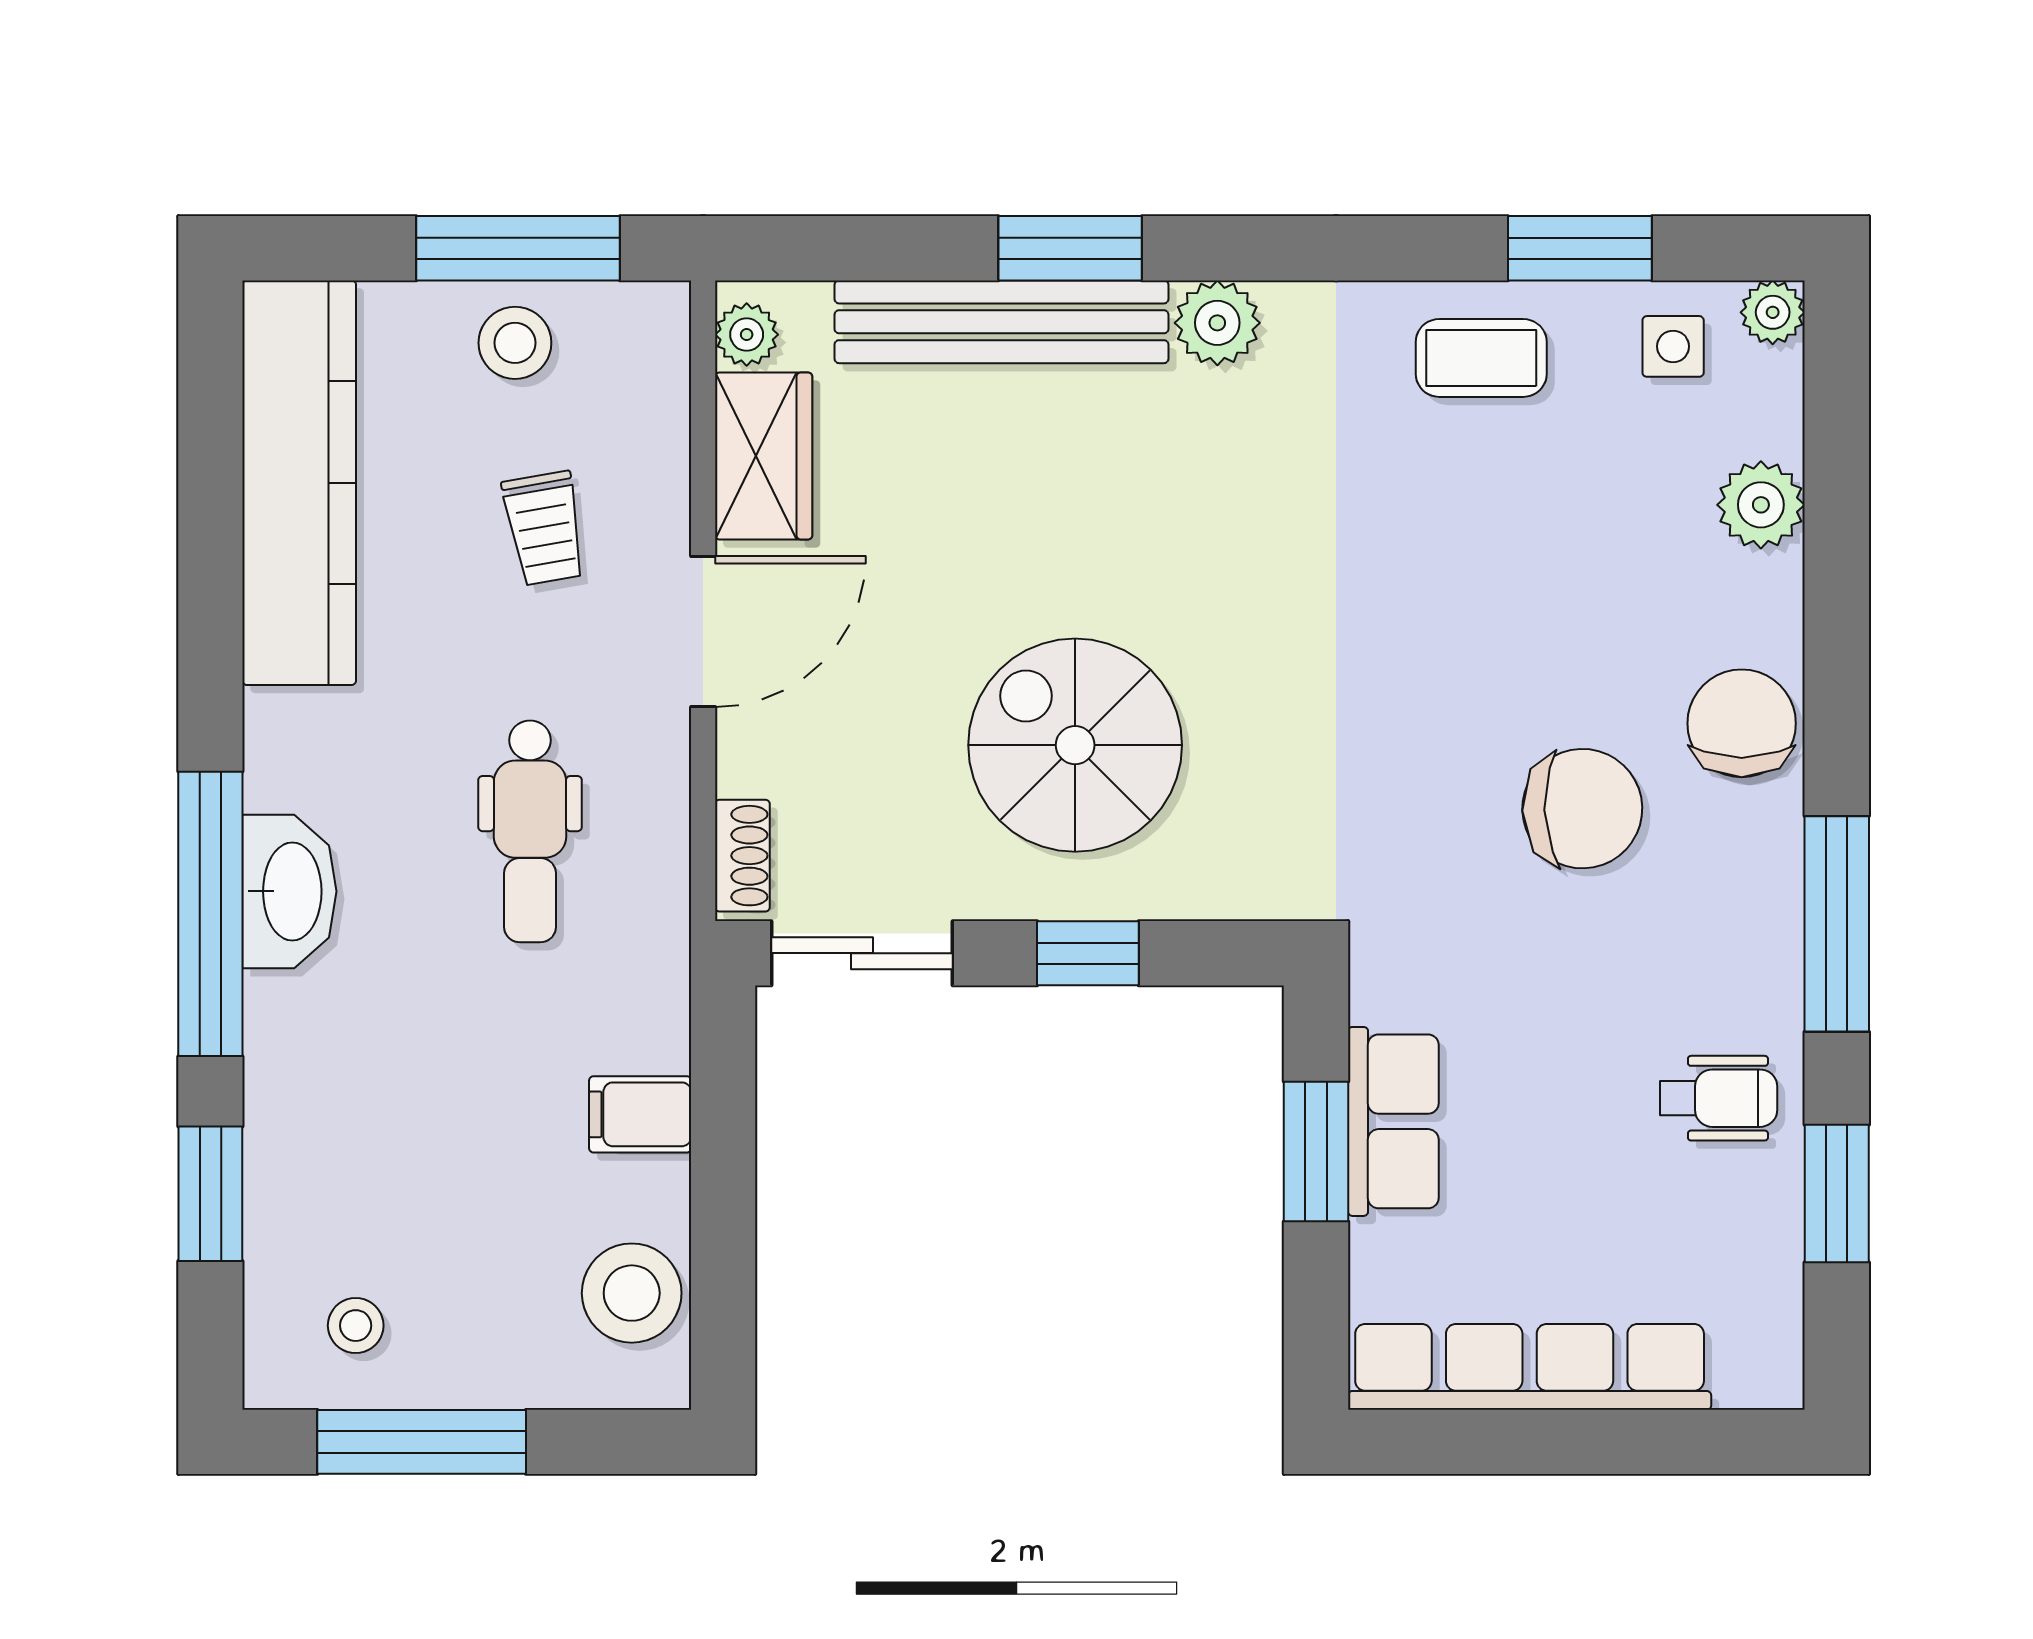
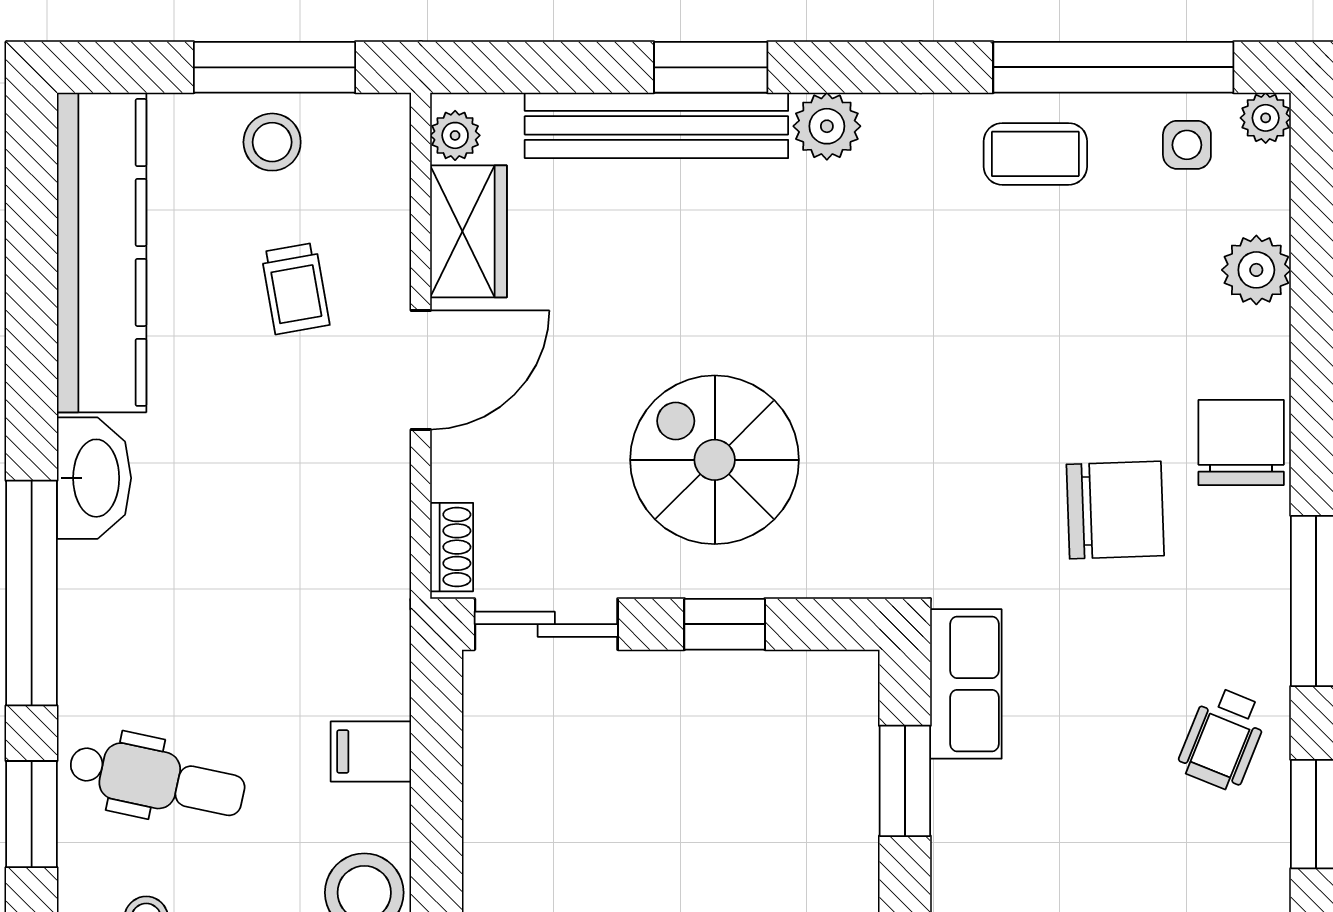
window: (1580, 248) -> (1113, 67), width x2.11
dental chair: (530, 831) -> (157, 779), moved, turned -78
washbasin: (289, 891) -> (94, 478), moved
wheelchair: (1719, 1098) -> (1223, 739), turned 112
row of seats: (1393, 1121) -> (966, 684), moved

